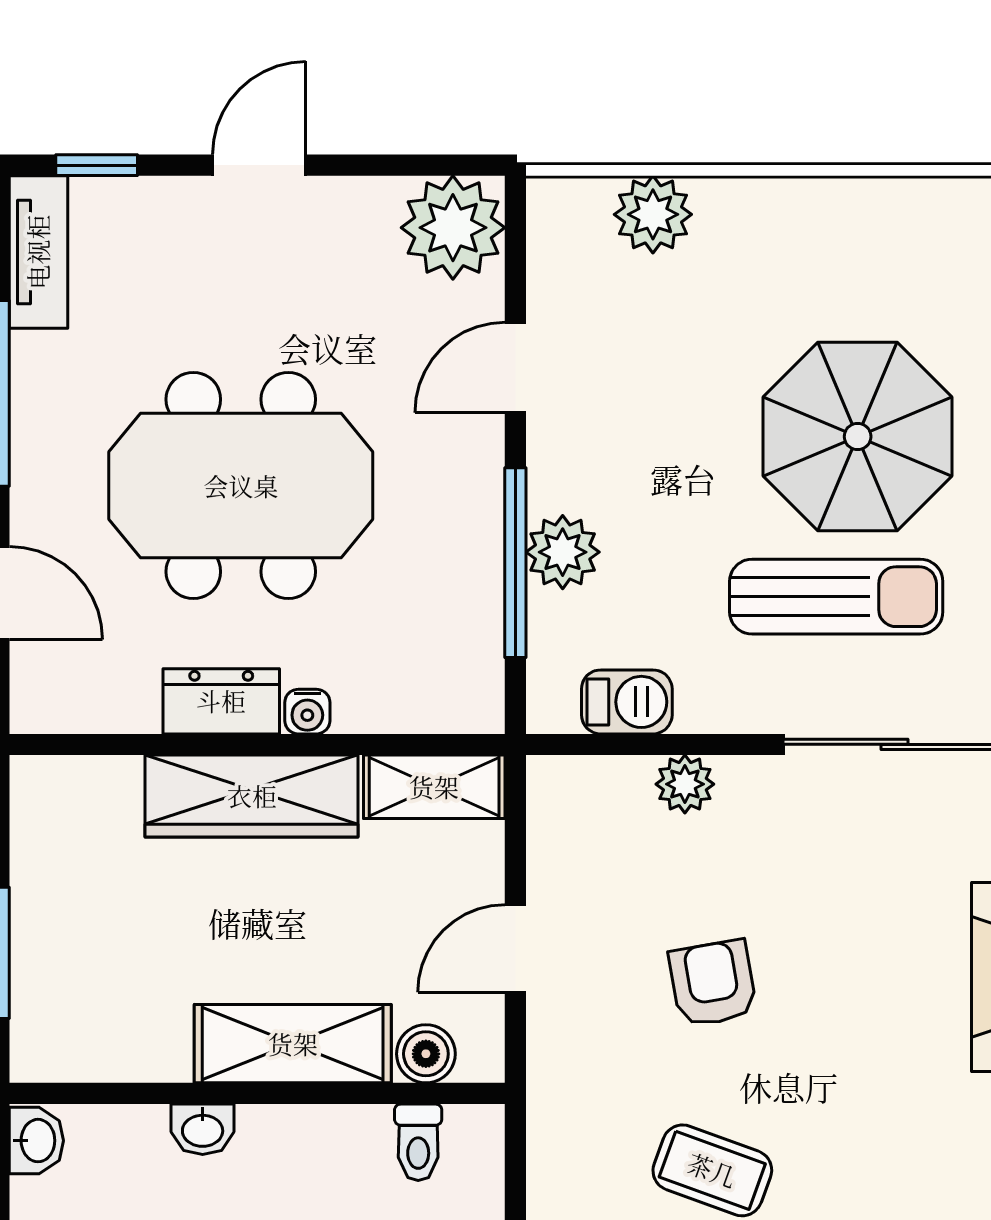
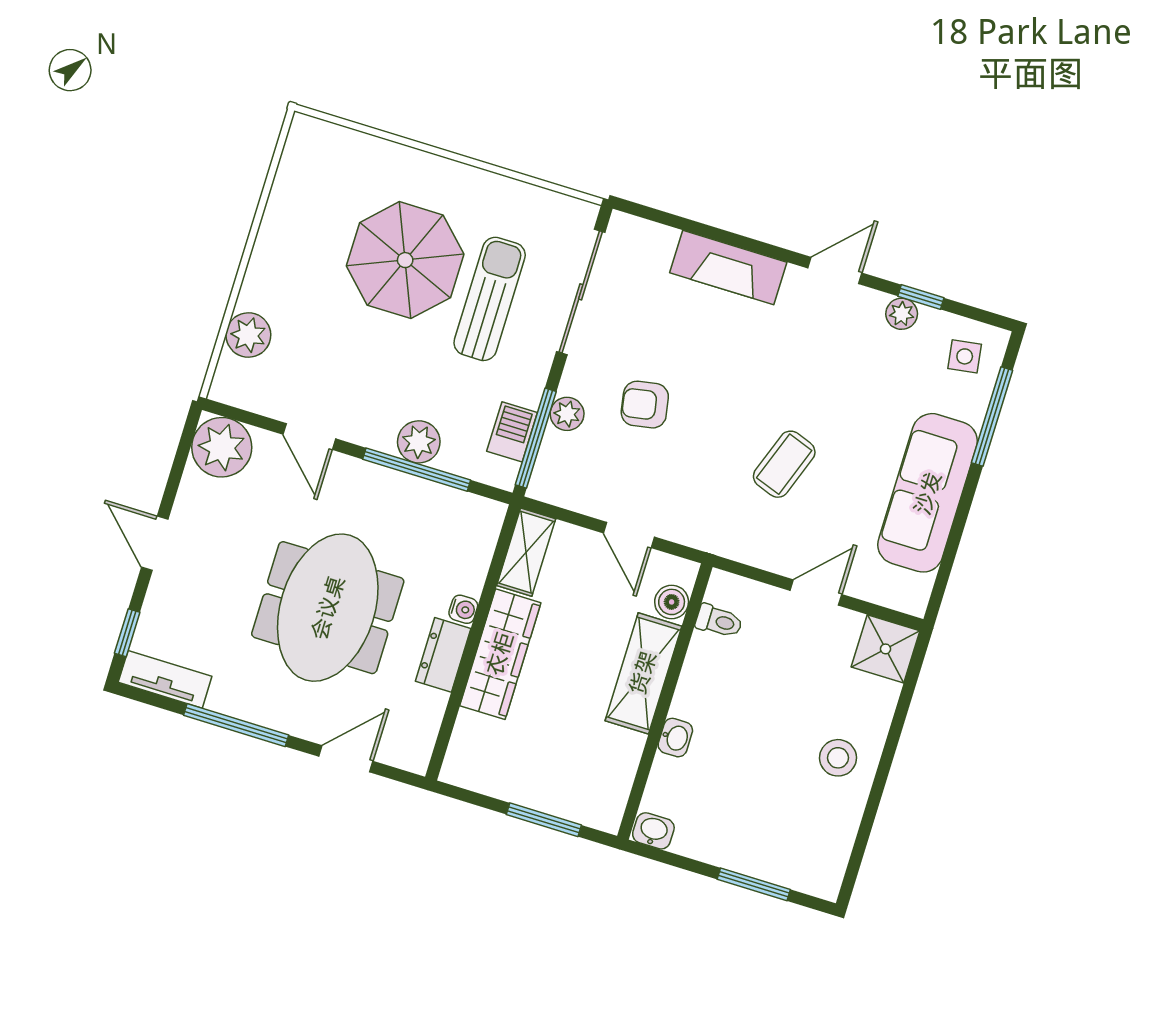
window: (629, 744) -> (536, 438), added
armchair: (713, 983) -> (645, 405), moved

